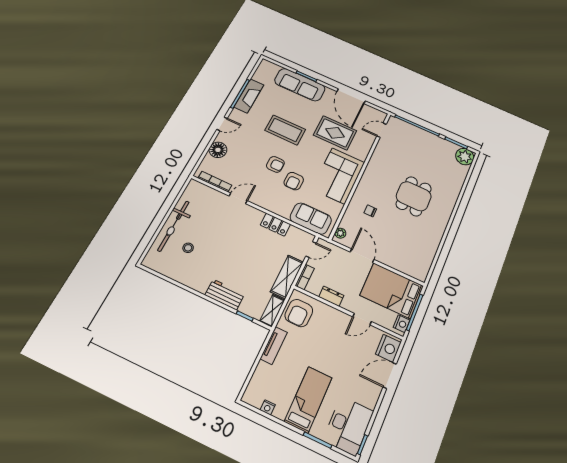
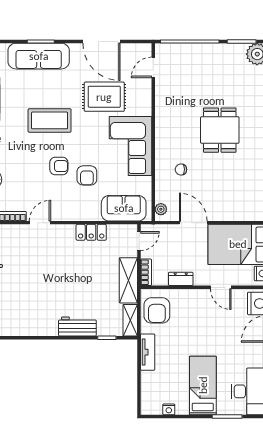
stool: (188, 248) -> (18, 298), removed
door: (362, 319) -> (221, 287), hinge flipped

